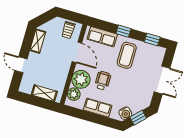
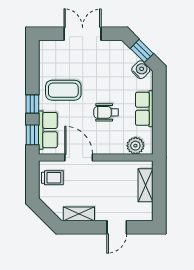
window: (152, 39) -> (32, 135), moved
door: (77, 52) -> (79, 158), hinge flipped
plant: (81, 79) -> (113, 142), removed

